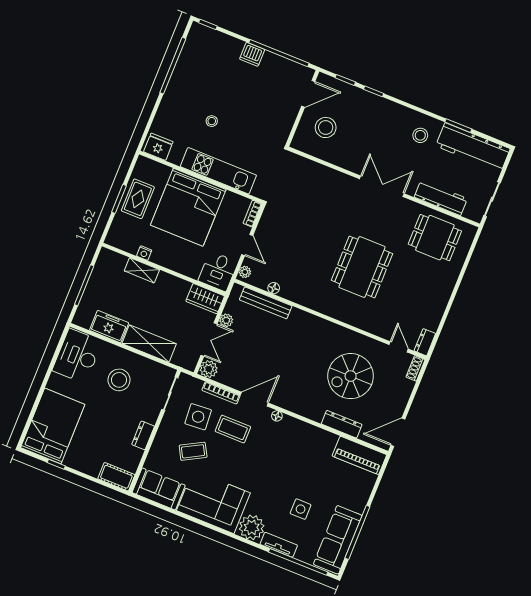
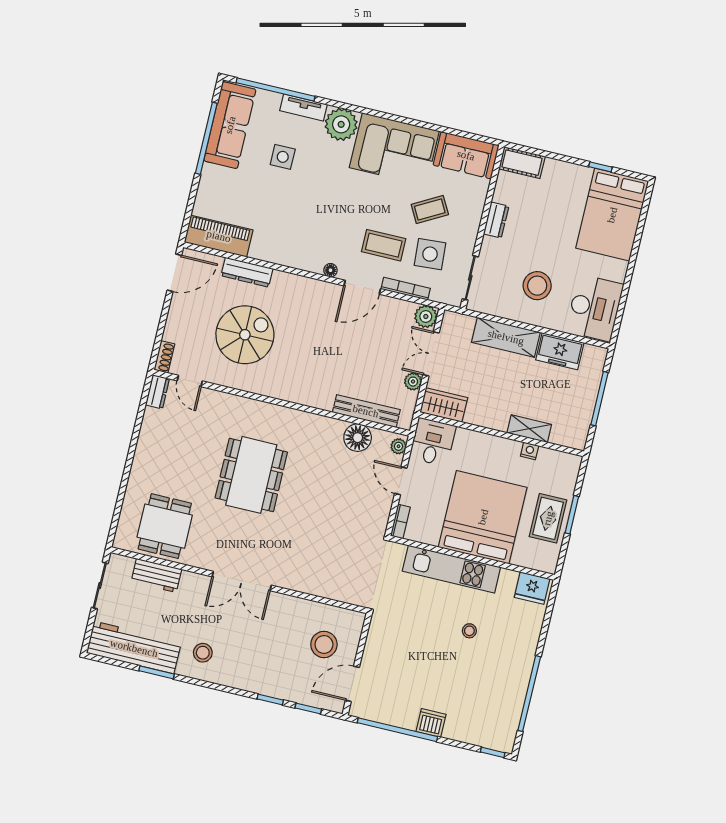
workbench: (441, 198) -> (156, 575), width x0.73
dining table: (435, 238) -> (165, 526), turned 90
floor lamp: (274, 288) -> (358, 438), width x1.89, depth x1.89

